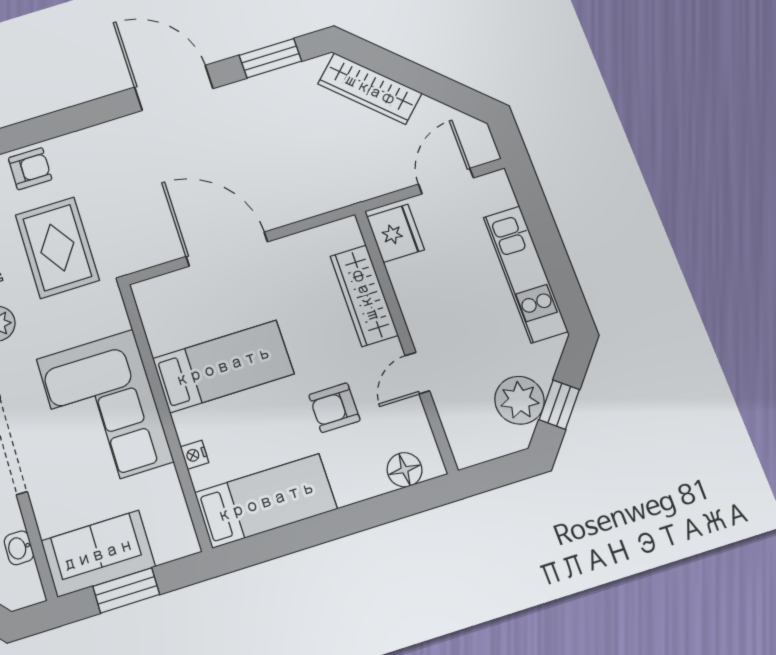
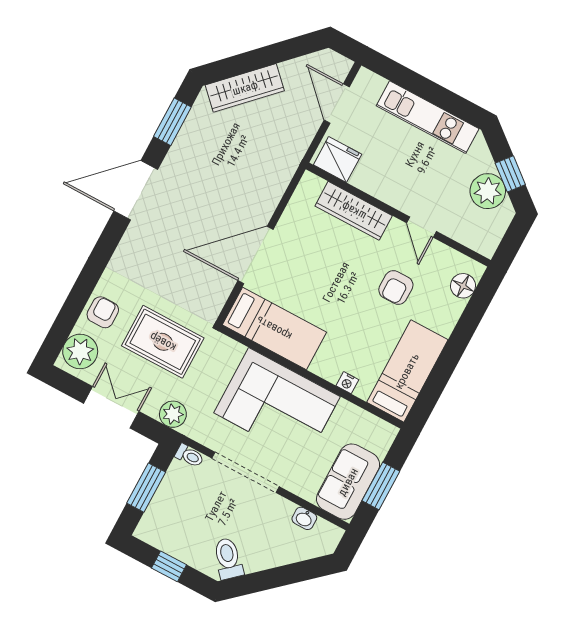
bed: (223, 366) -> (274, 328), moved, turned 90

